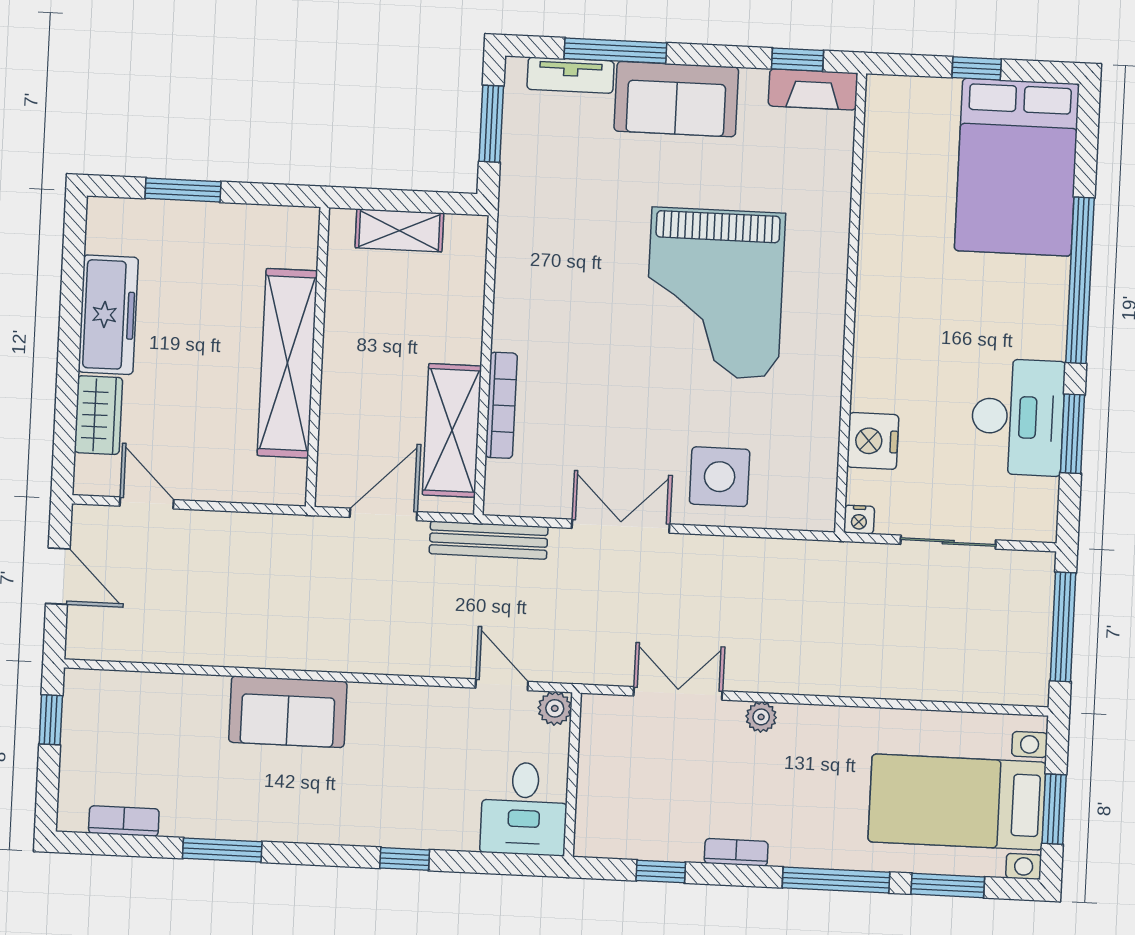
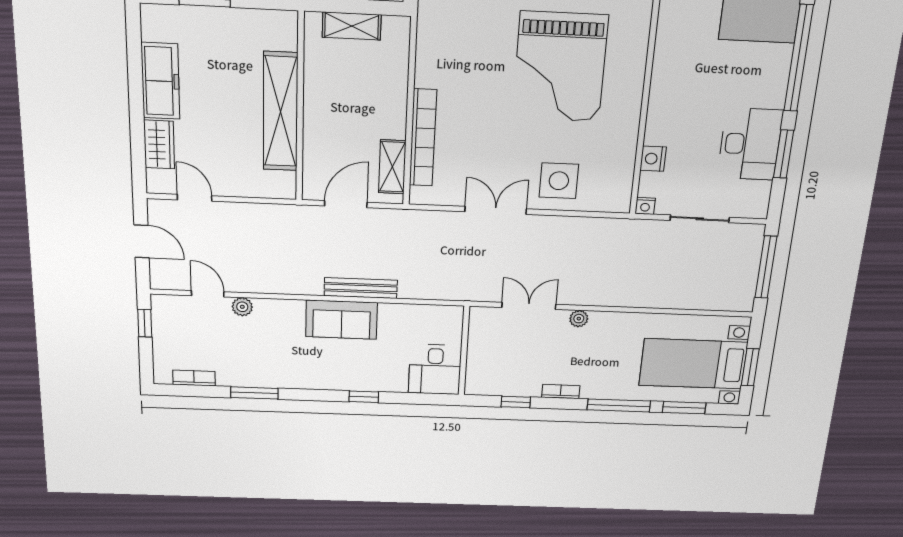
bookcase: (501, 405) -> (423, 138), width x1.48, depth x1.31
shelving: (452, 430) -> (392, 167), width x0.67, depth x0.75
nightstand: (873, 441) -> (653, 159), width x0.74, depth x0.75
bench: (489, 540) -> (361, 288), moved
door: (502, 685) -> (208, 294), moved
plant: (555, 708) -> (242, 307), moved
sofa: (288, 712) -> (342, 320), moved

